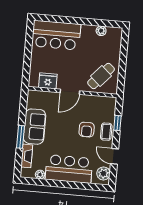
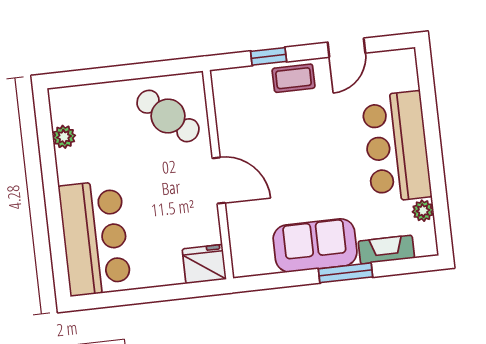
fridge: (48, 81) -> (204, 264), moved, turned 90
armchair: (87, 130) -> (298, 124), removed
plant: (103, 173) -> (391, 65), removed

